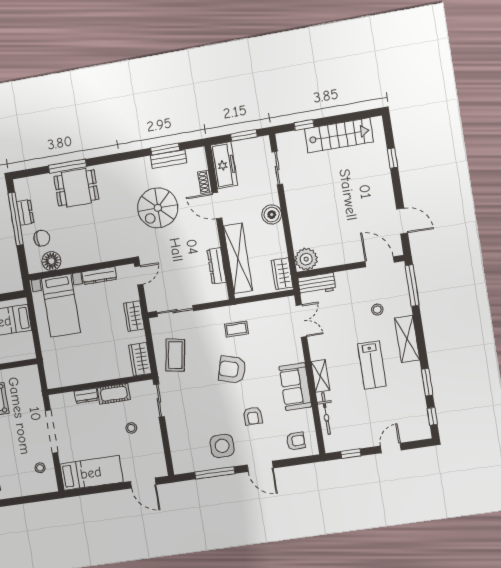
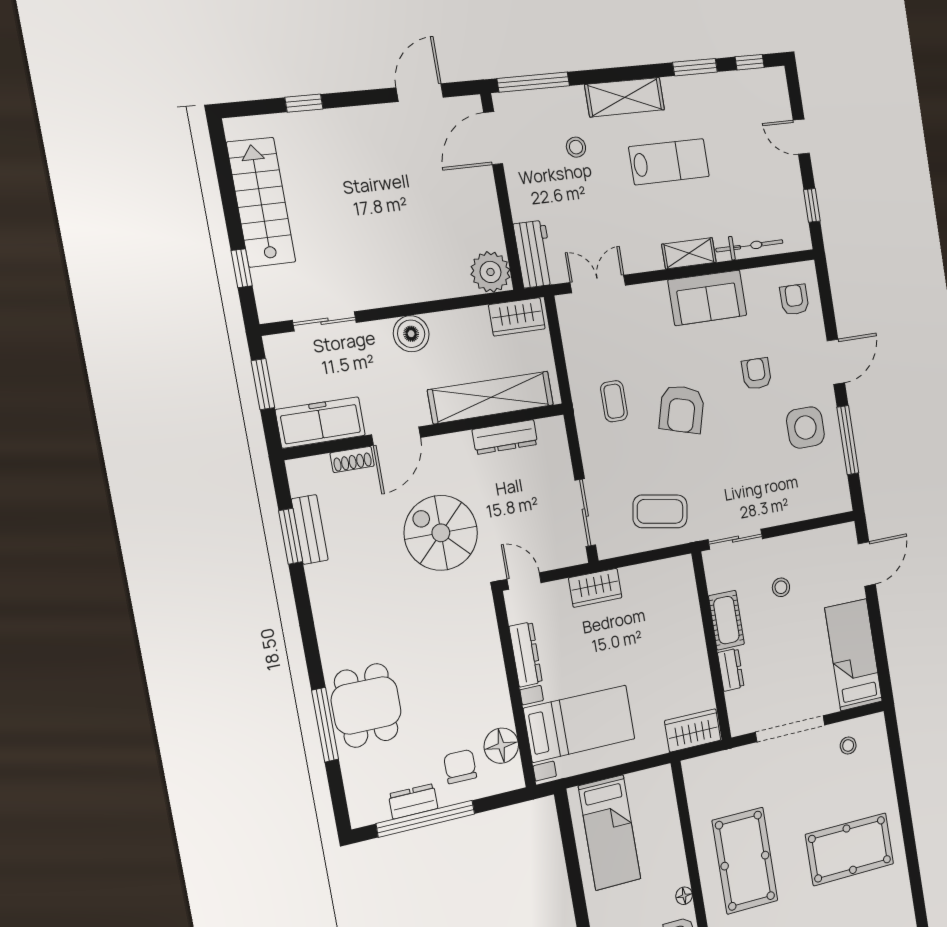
spiral stairs: (158, 208) -> (441, 533), moved, turned 180
wardrobe: (140, 359) -> (693, 730), moved, turned 180
armchair: (253, 416) -> (756, 374), turned -90

